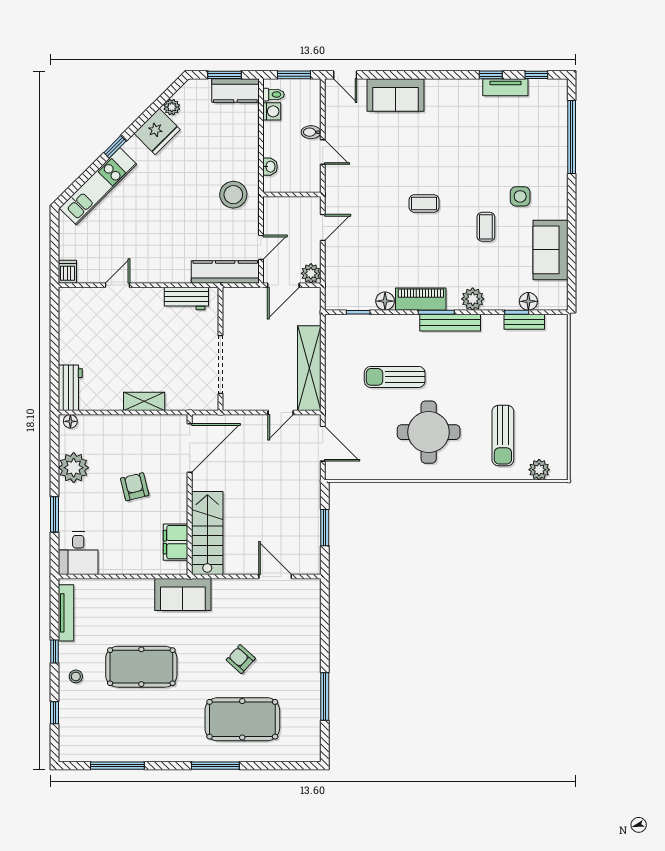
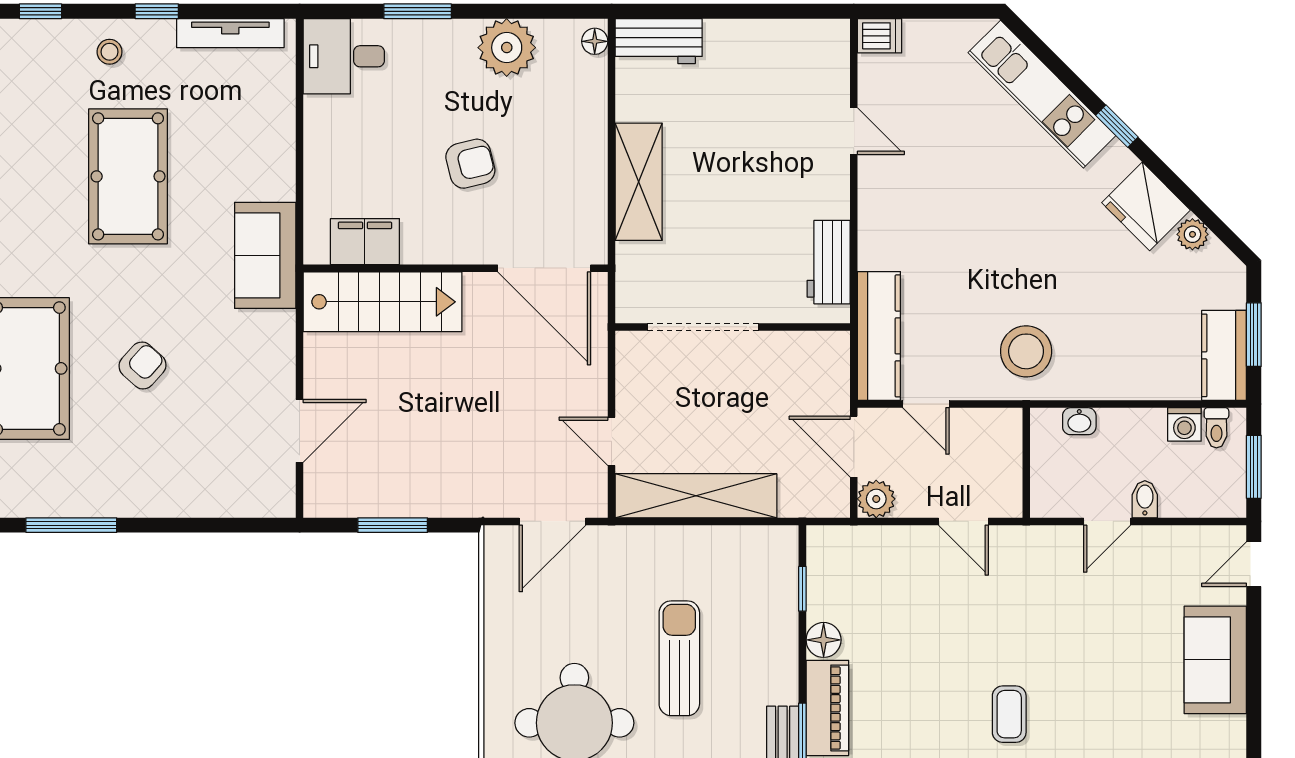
shelving: (144, 401) -> (639, 182), width x1.50, depth x1.33

